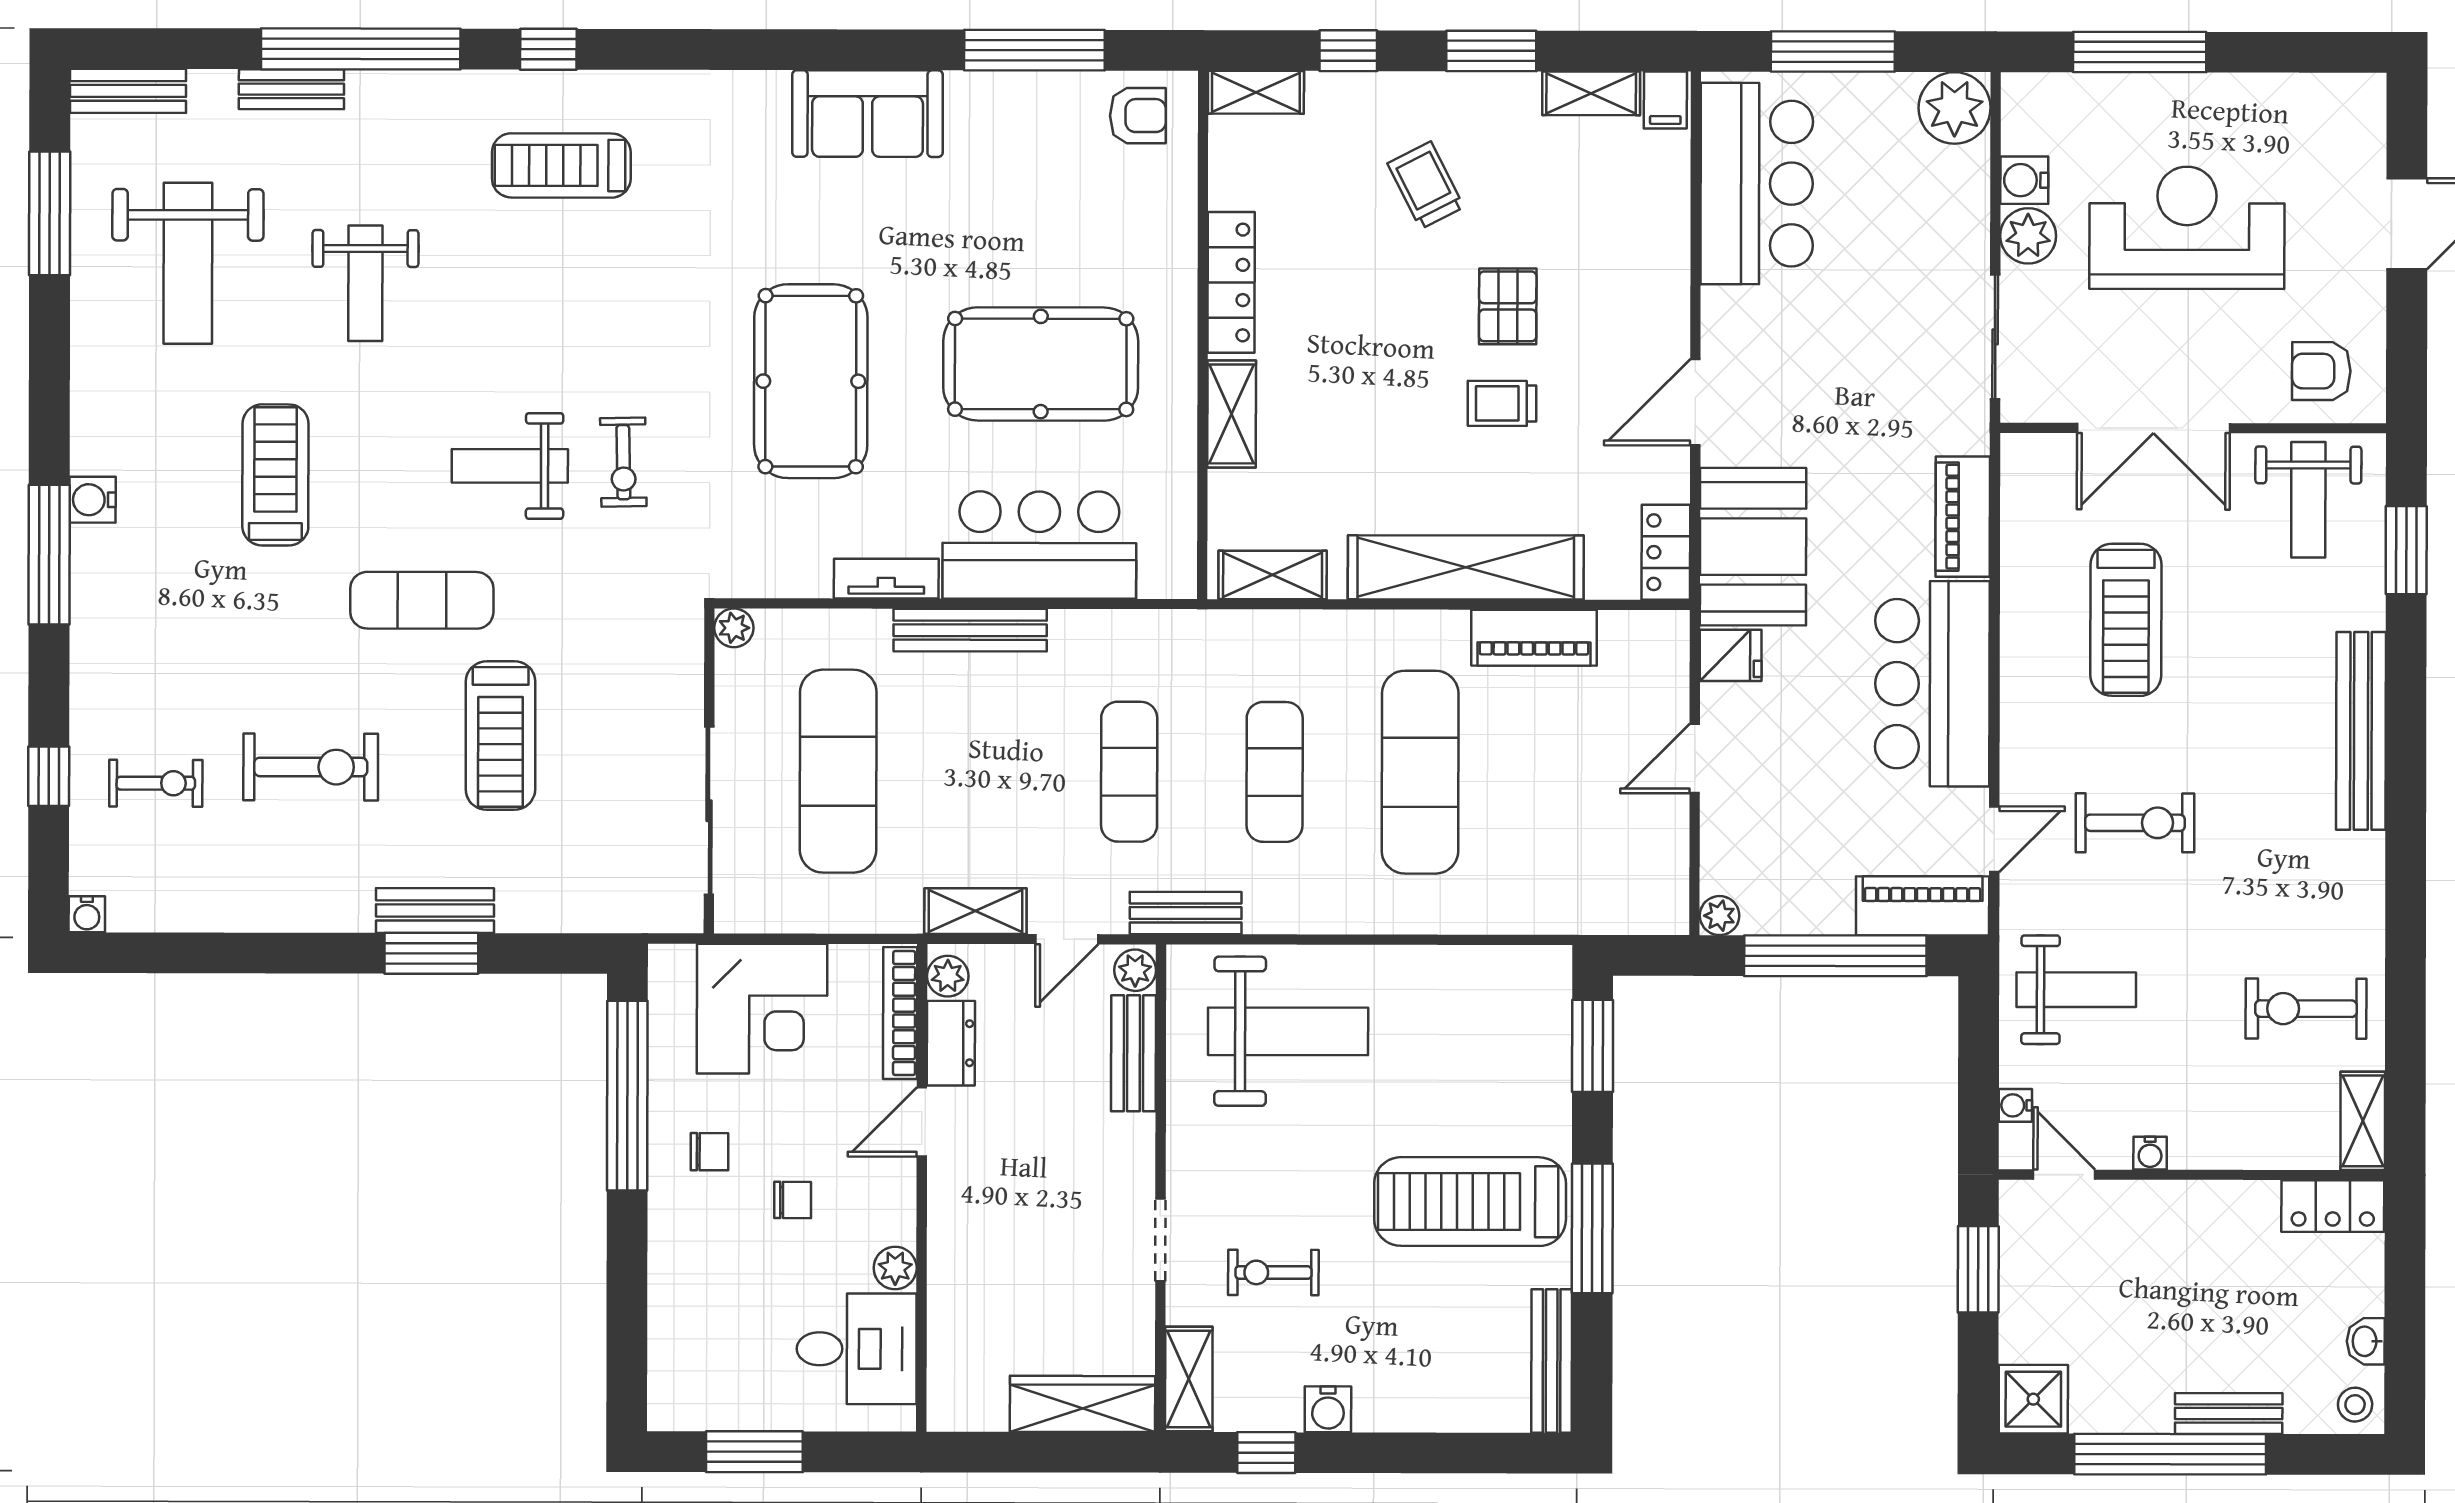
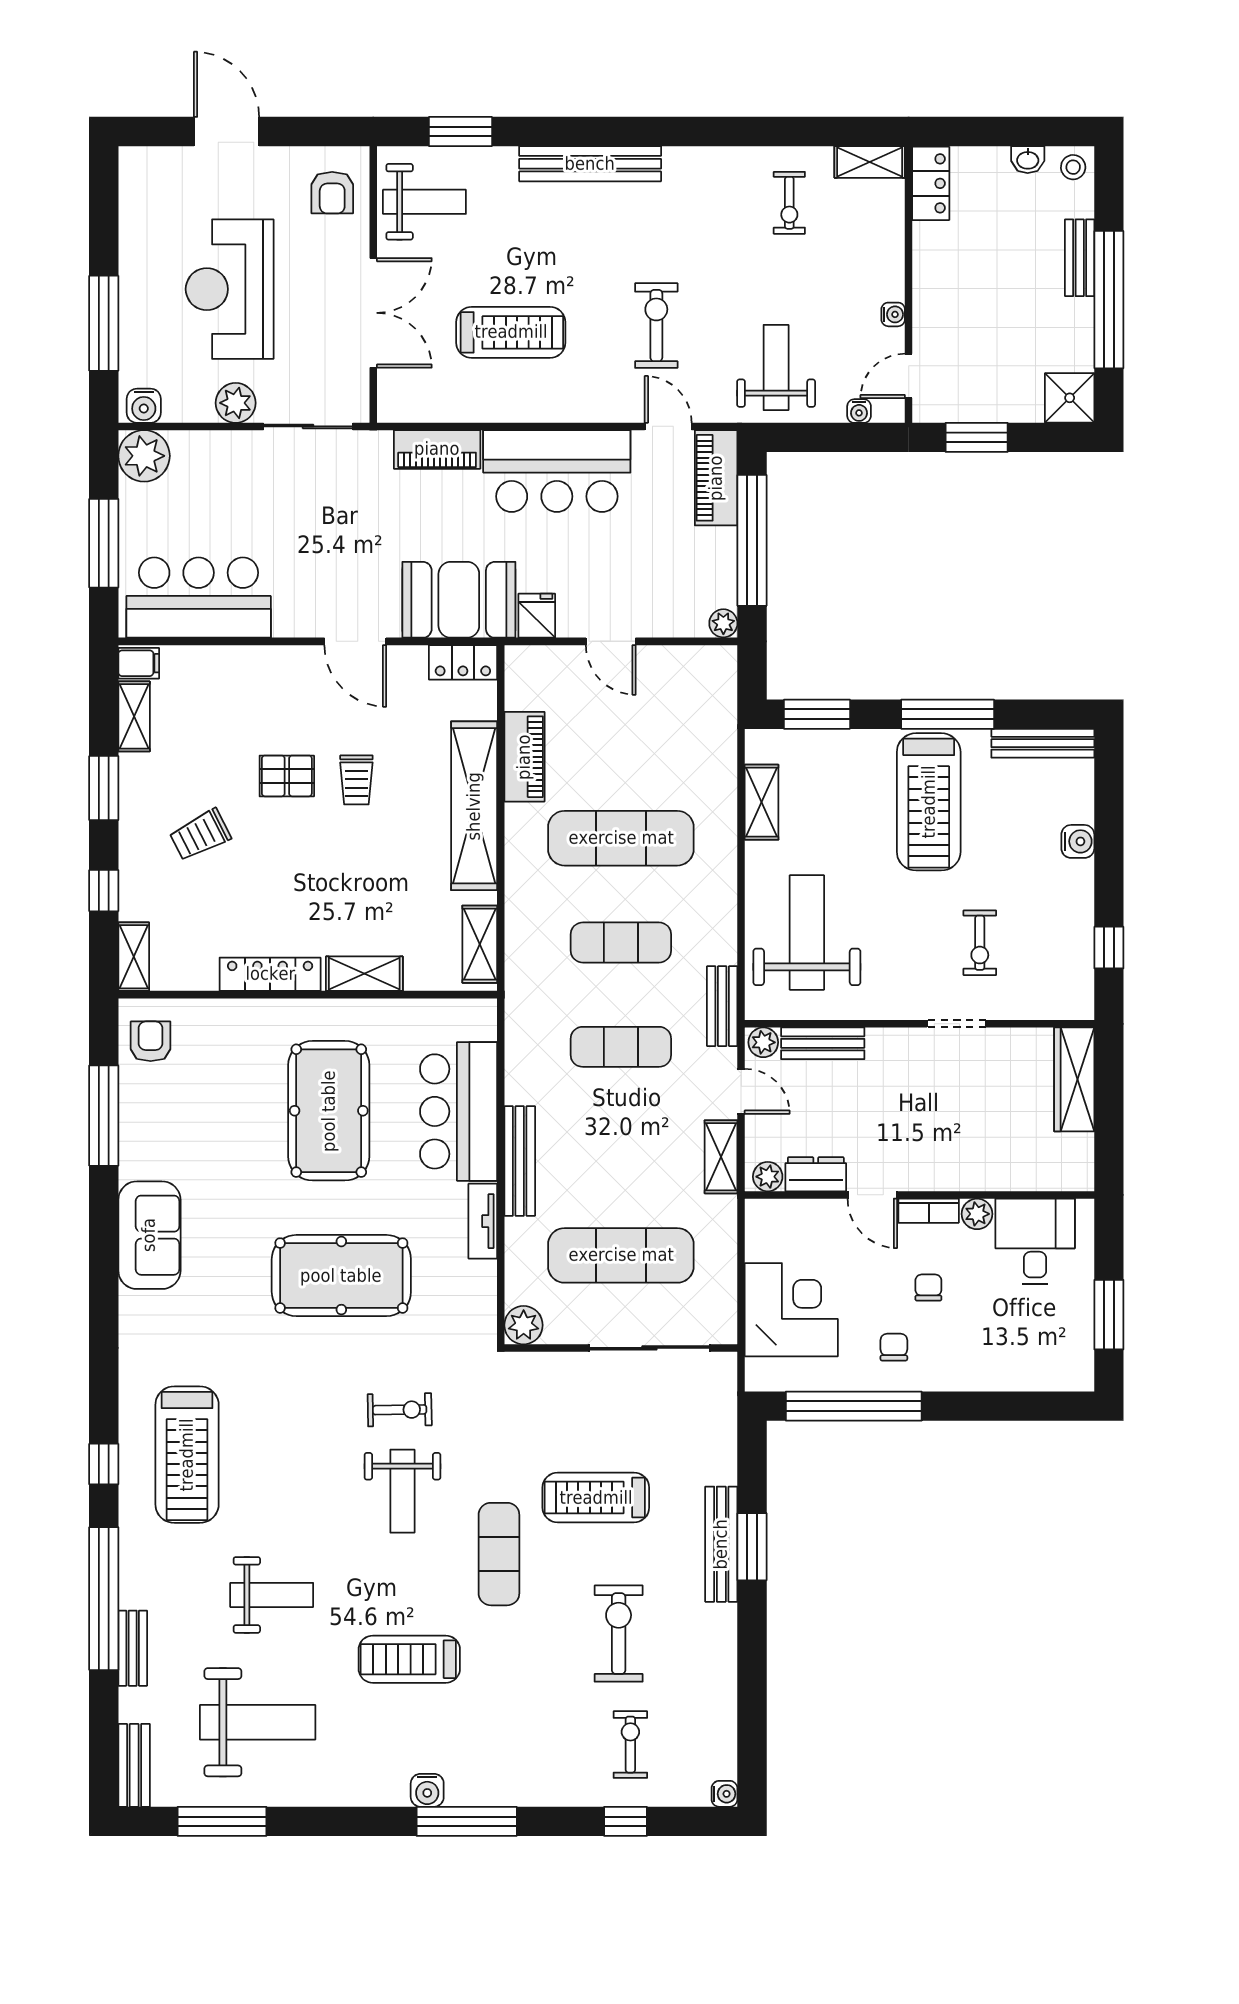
treadmill: (561, 165) -> (187, 1455), width x1.37, depth x1.38
water cooler: (2024, 180) -> (144, 406), moved
plant: (734, 628) -> (524, 1325), width x1.38, depth x1.38
treadmill: (500, 736) -> (596, 1498), turned 180
bench: (435, 910) -> (721, 1544), width x1.36
exercise bike: (2306, 1009) -> (789, 203), width x0.73, depth x0.72
bookcase: (900, 1013) -> (929, 1211), moved, width x0.64
shelving: (1189, 1379) -> (762, 802), moved, turned 90
water cooler: (1328, 1409) -> (1078, 841), moved

